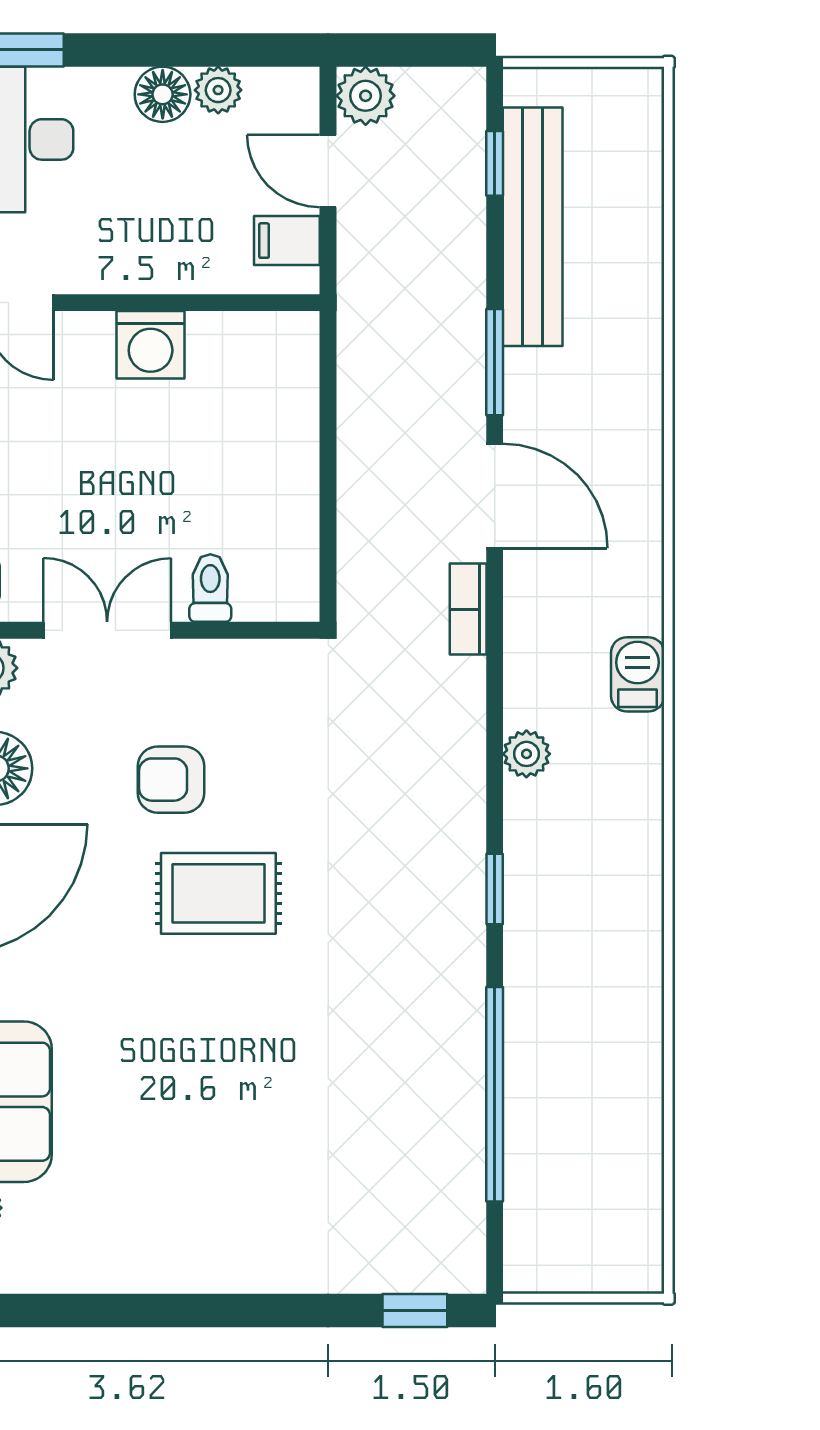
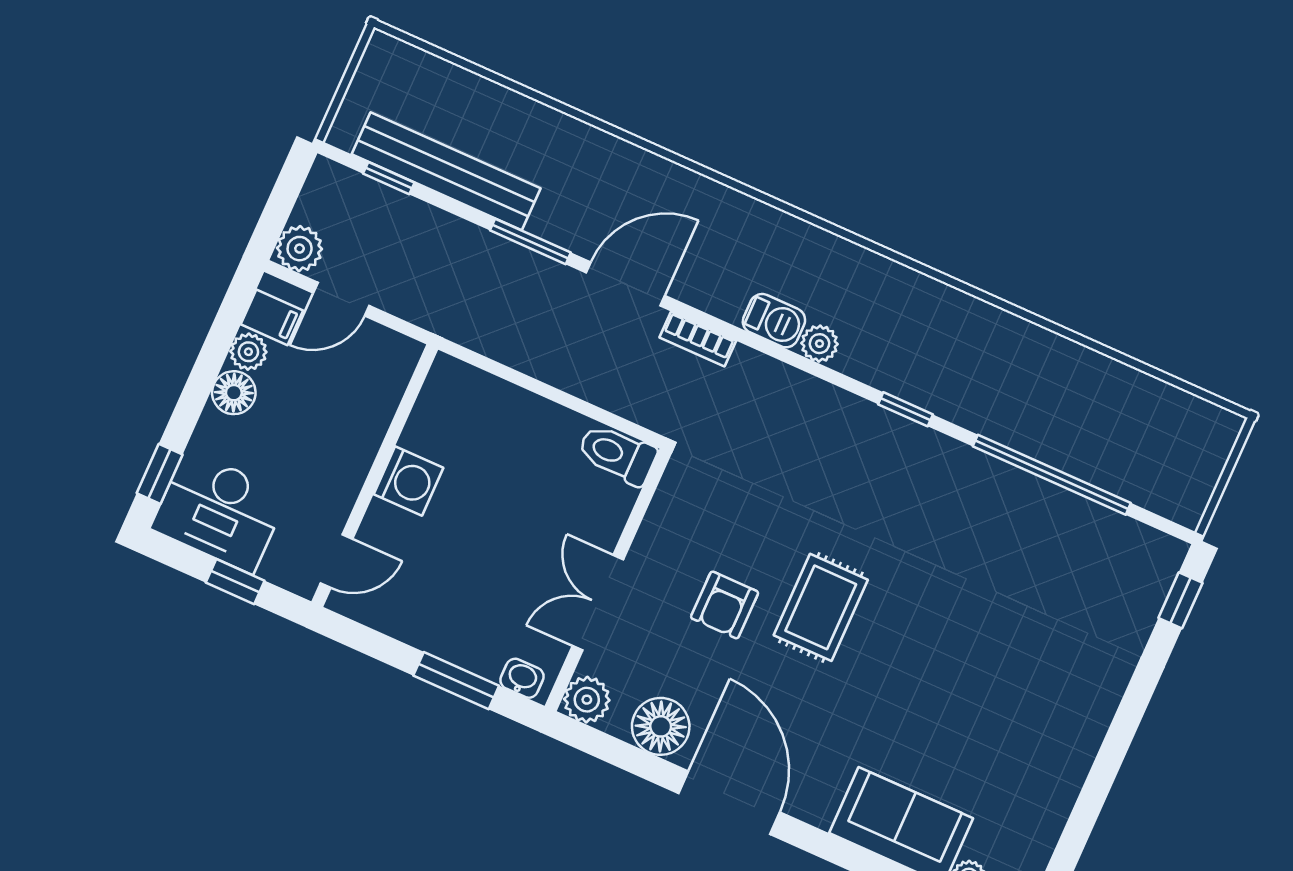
filing cabinet: (287, 241) -> (272, 317), moved, turned -90
toilet: (210, 588) -> (617, 454), moved, width x1.37, depth x1.39
barbecue: (638, 674) -> (774, 321), moved, turned 180

